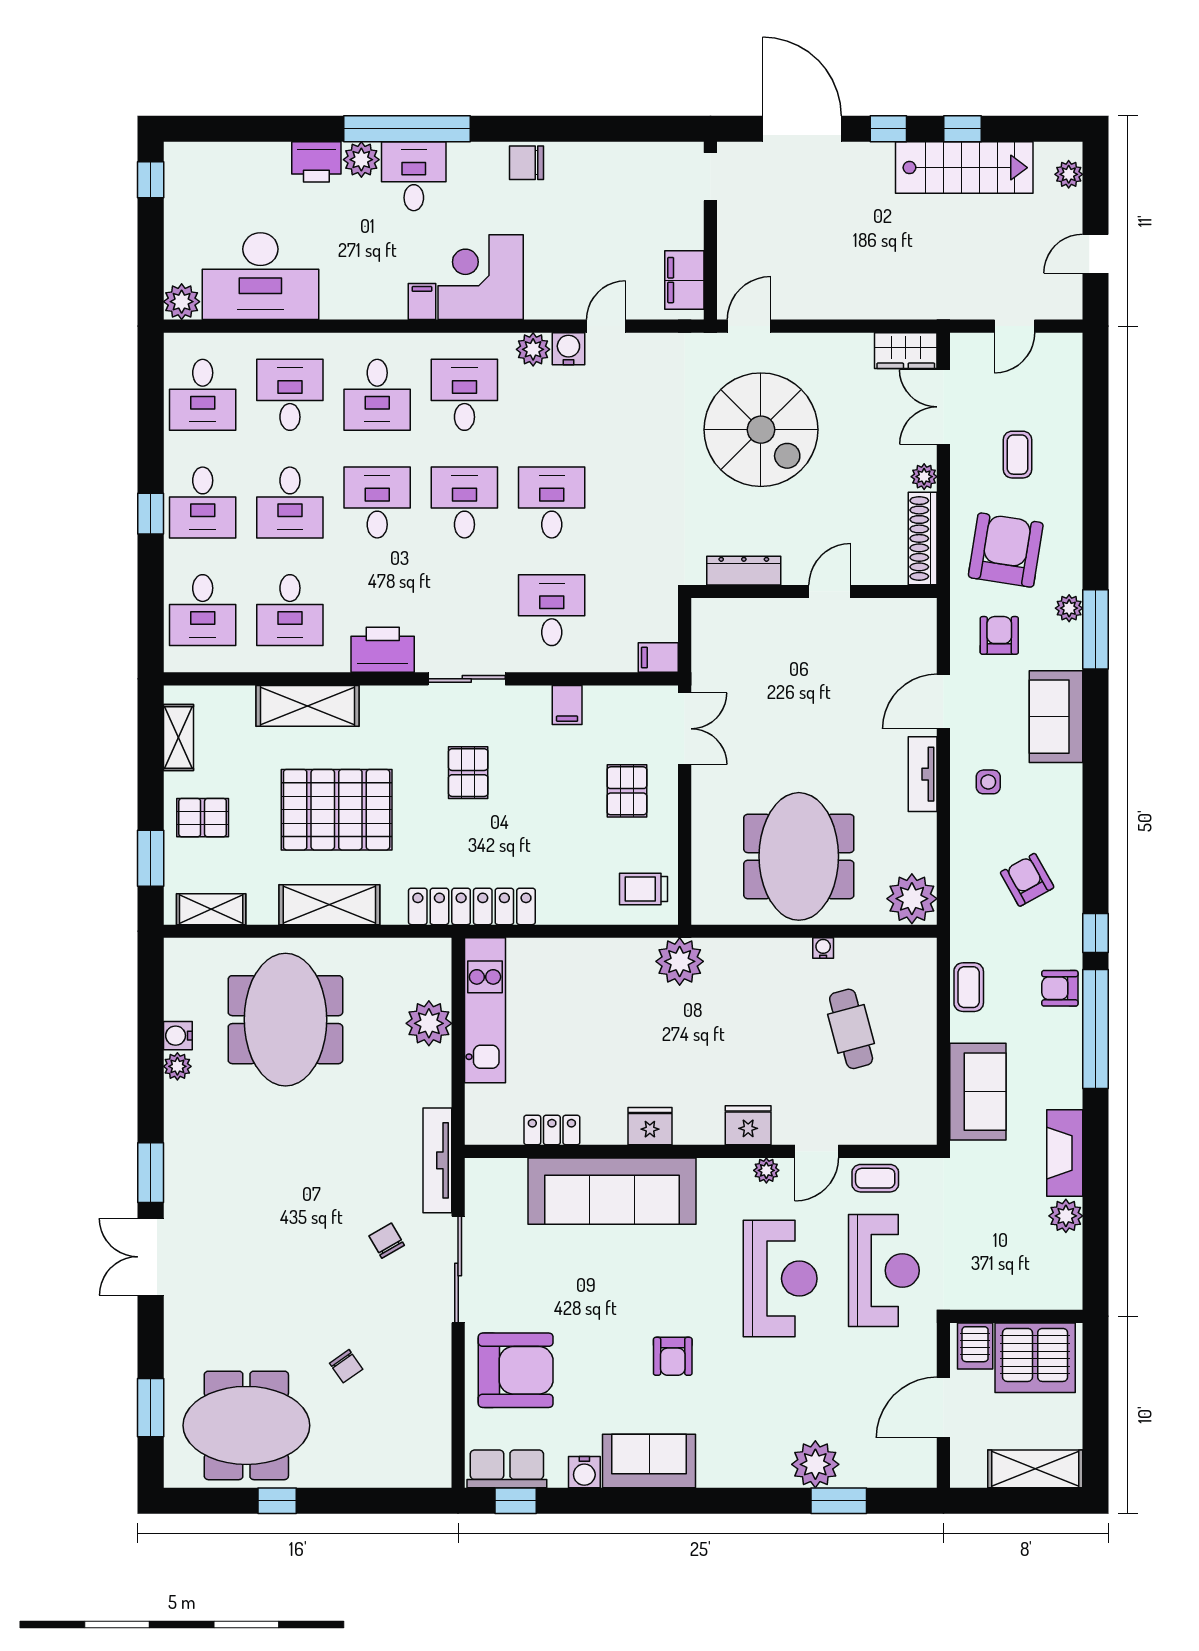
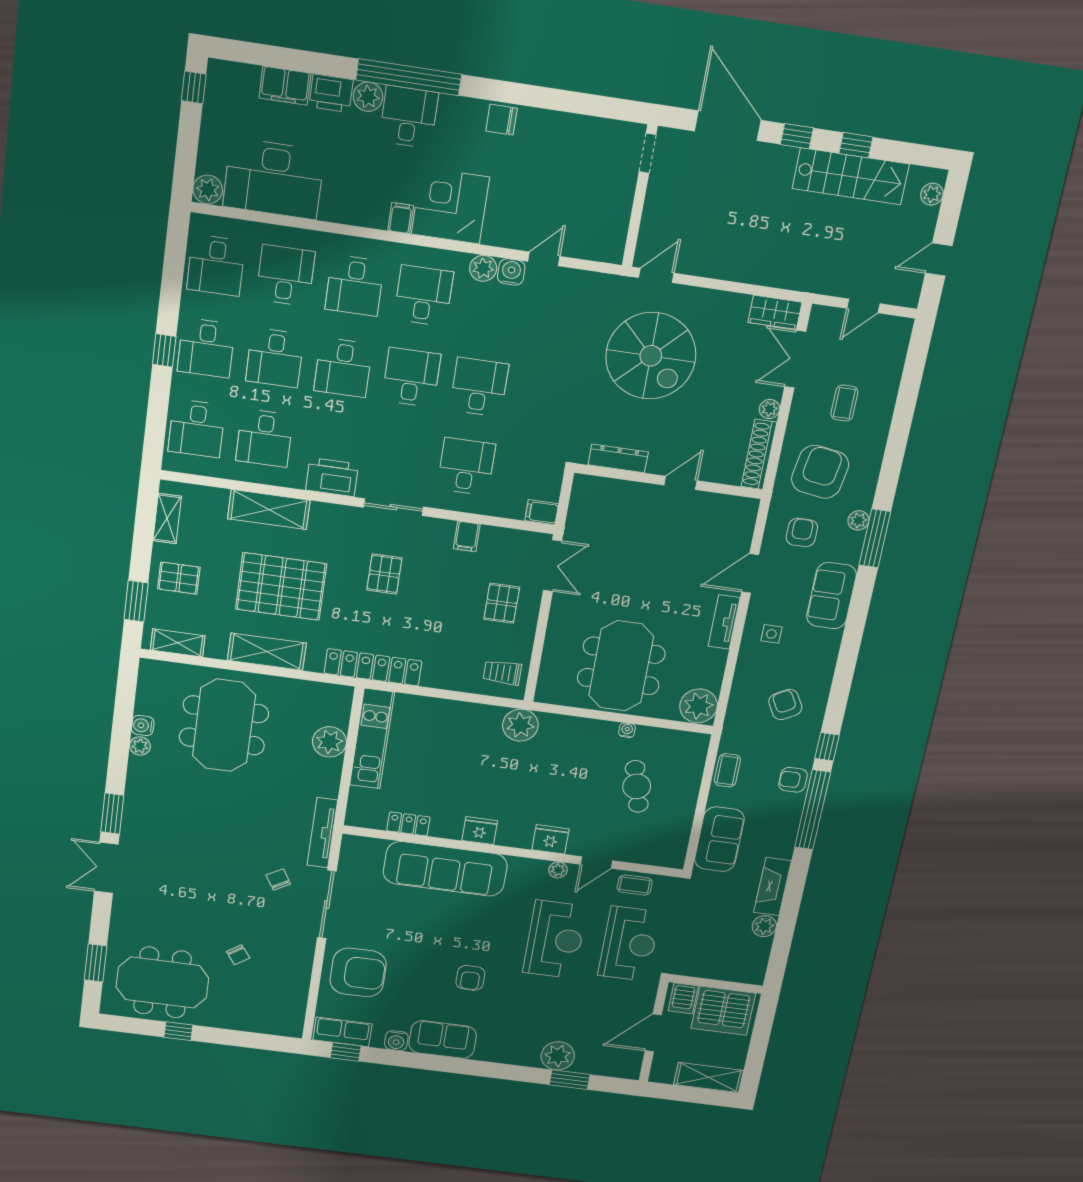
filing cabinet: (684, 280) -> (285, 86), moved, turned -90
desk: (377, 502) -> (343, 368), turned 180

